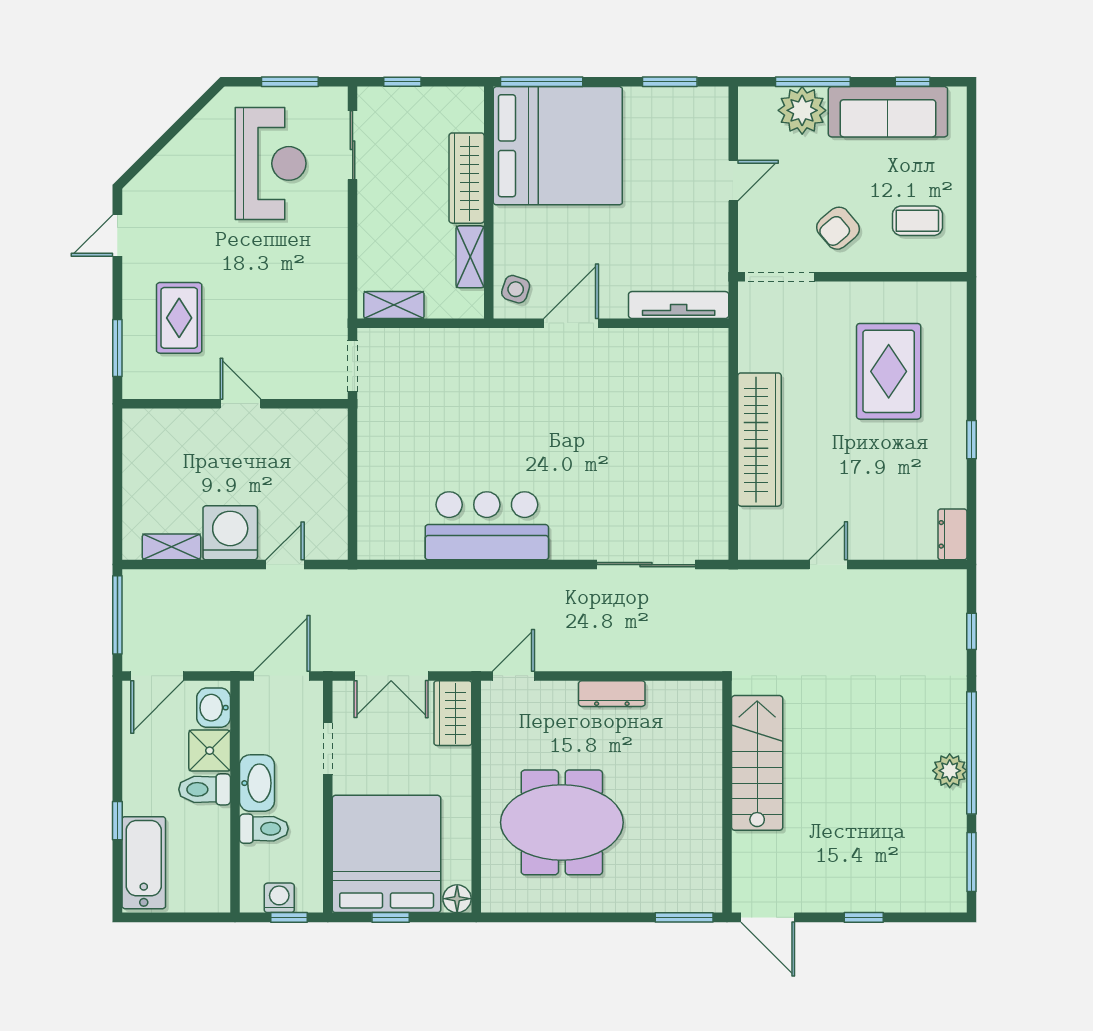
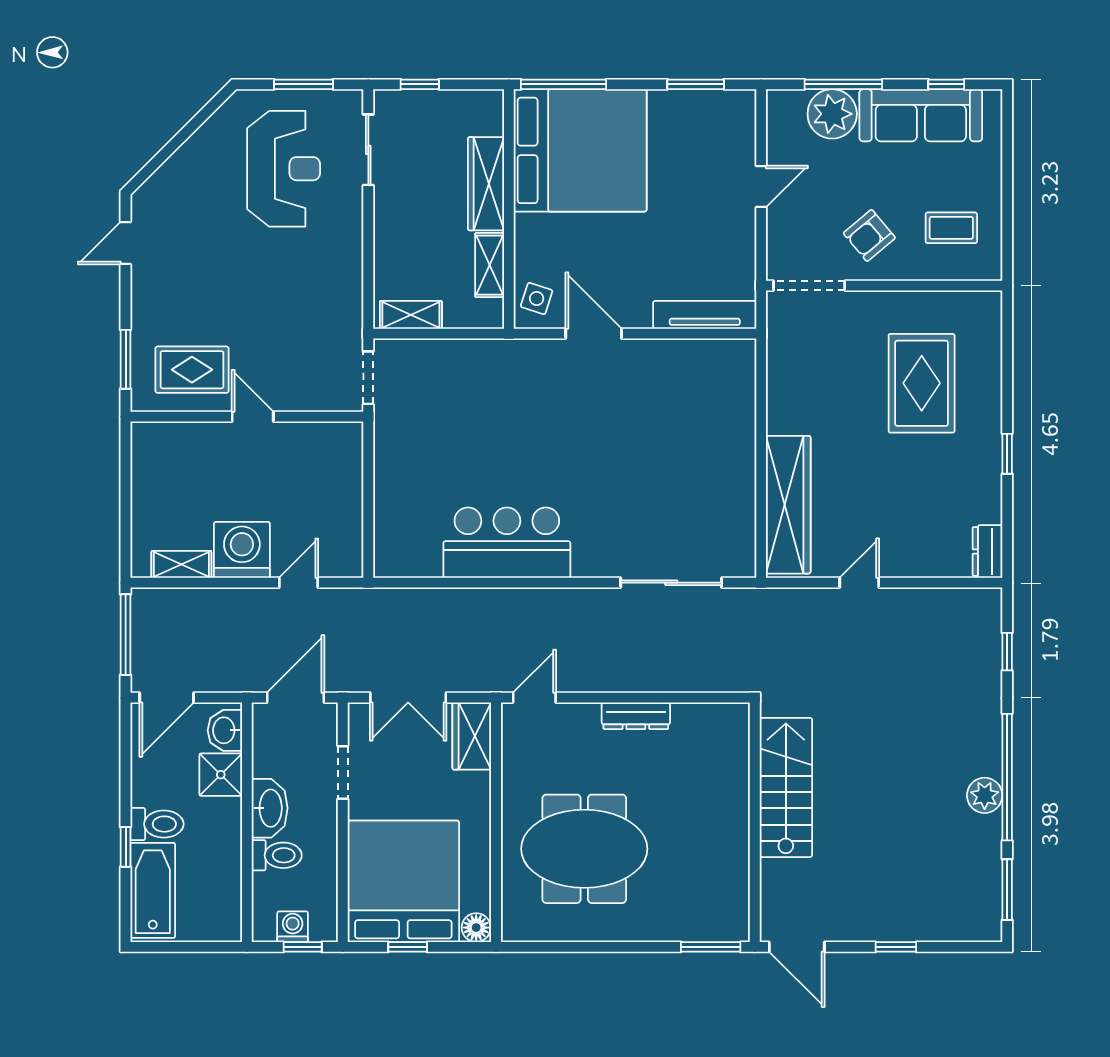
rug: (179, 318) -> (192, 370), moved, turned 90
door: (571, 323) -> (594, 334), hinge flipped
wardrobe: (759, 440) -> (788, 505), moved
toilet: (205, 789) -> (157, 824), moved, turned 180

